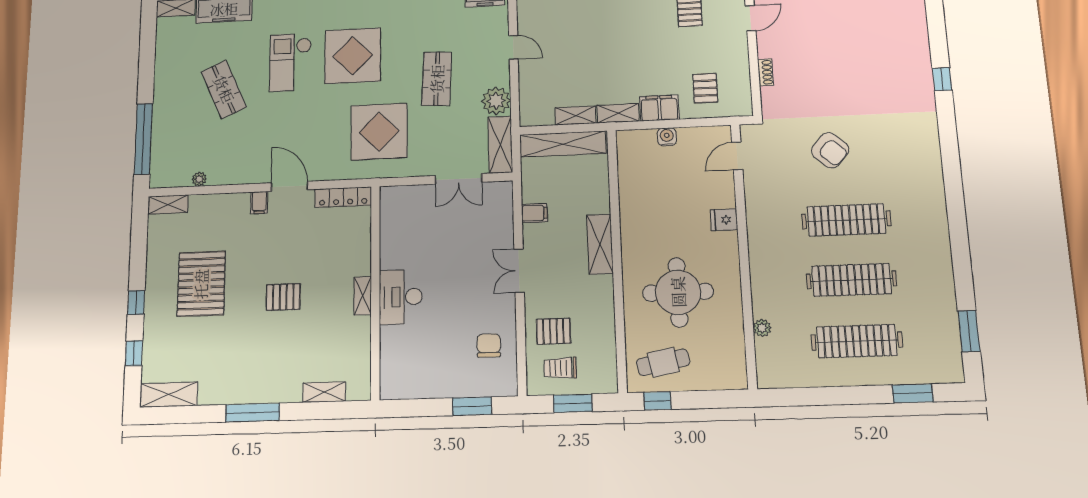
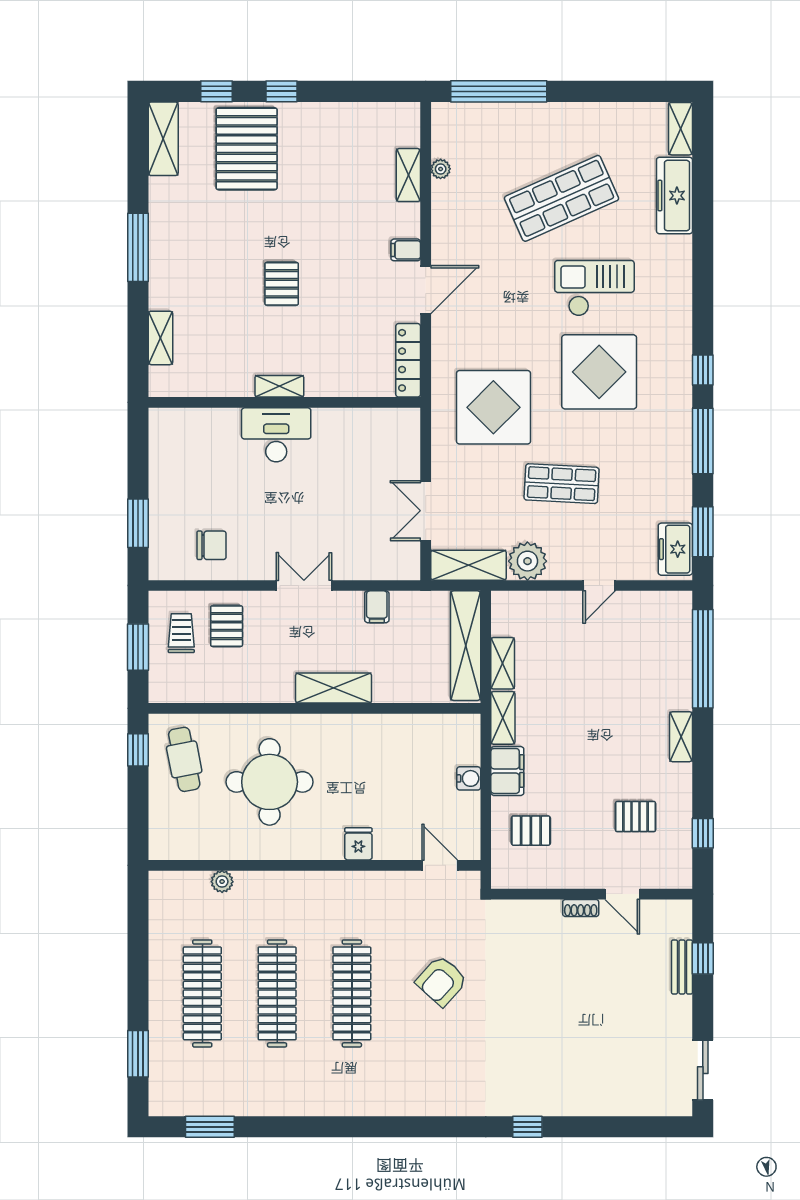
shoe rack: (765, 72) -> (581, 908), moved
shop shelf: (224, 89) -> (562, 198), width x1.43, depth x1.36
shelving: (168, 205) -> (408, 175), moved
pallet: (201, 284) -> (247, 149), moved, turned 90

